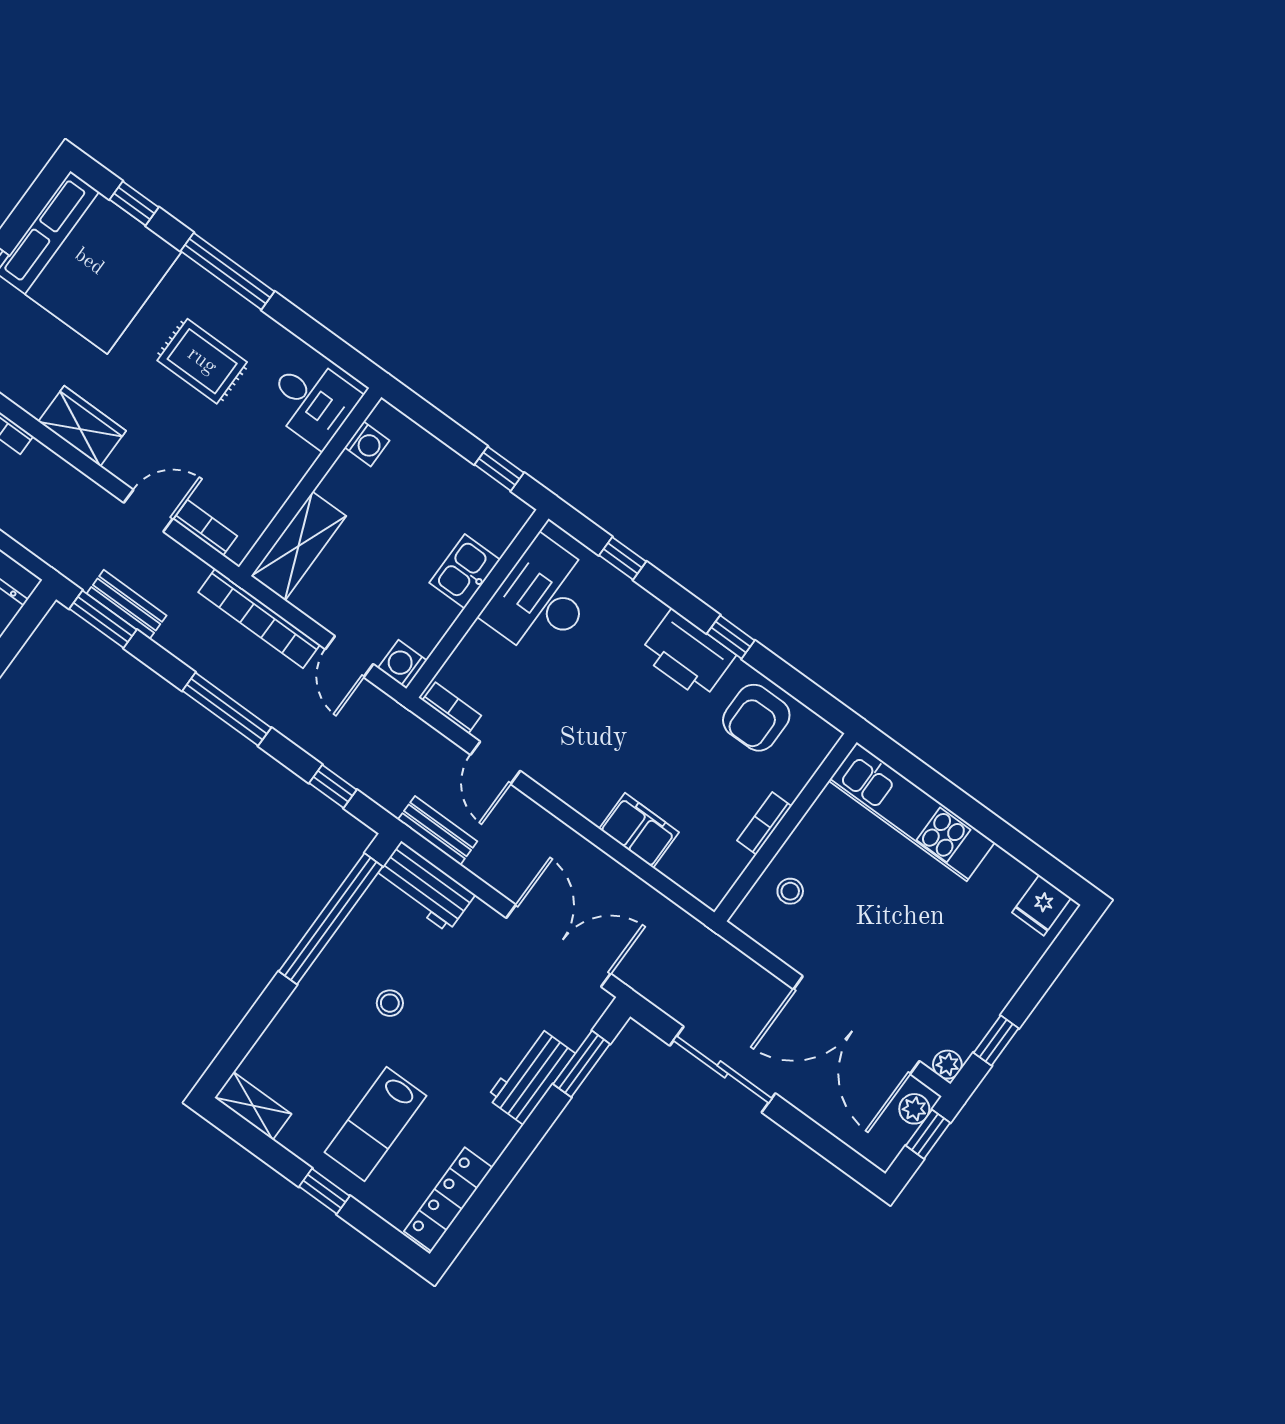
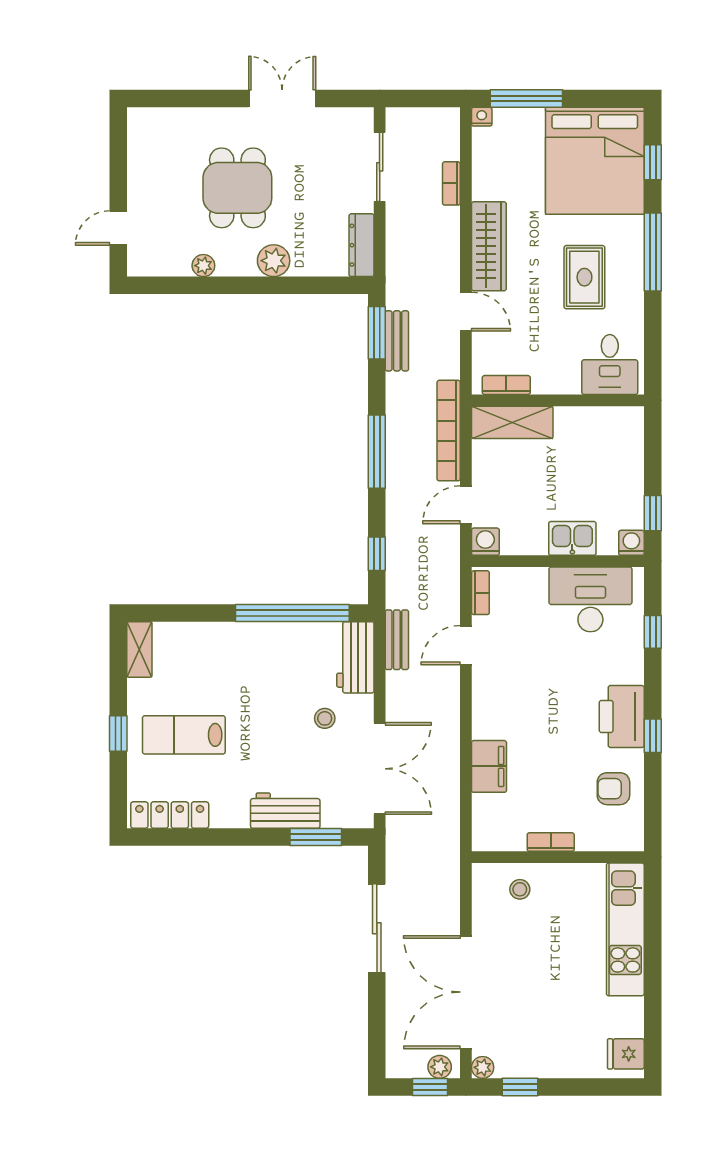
wardrobe: (82, 426) -> (489, 246), width x1.50
washing machine: (367, 444) -> (631, 543), moved, turned 180
bookcase: (205, 528) -> (506, 385), moved, turned -90
armchair: (756, 718) -> (613, 789), width x0.72, depth x0.72
stool: (390, 1003) -> (325, 718), moved

